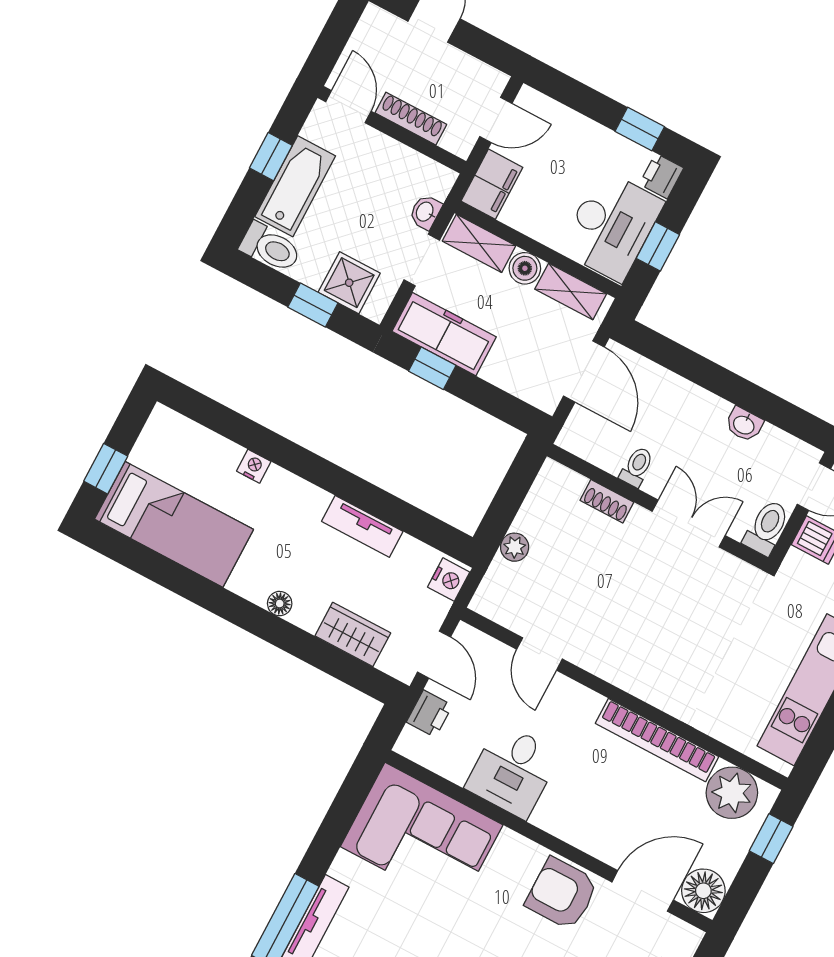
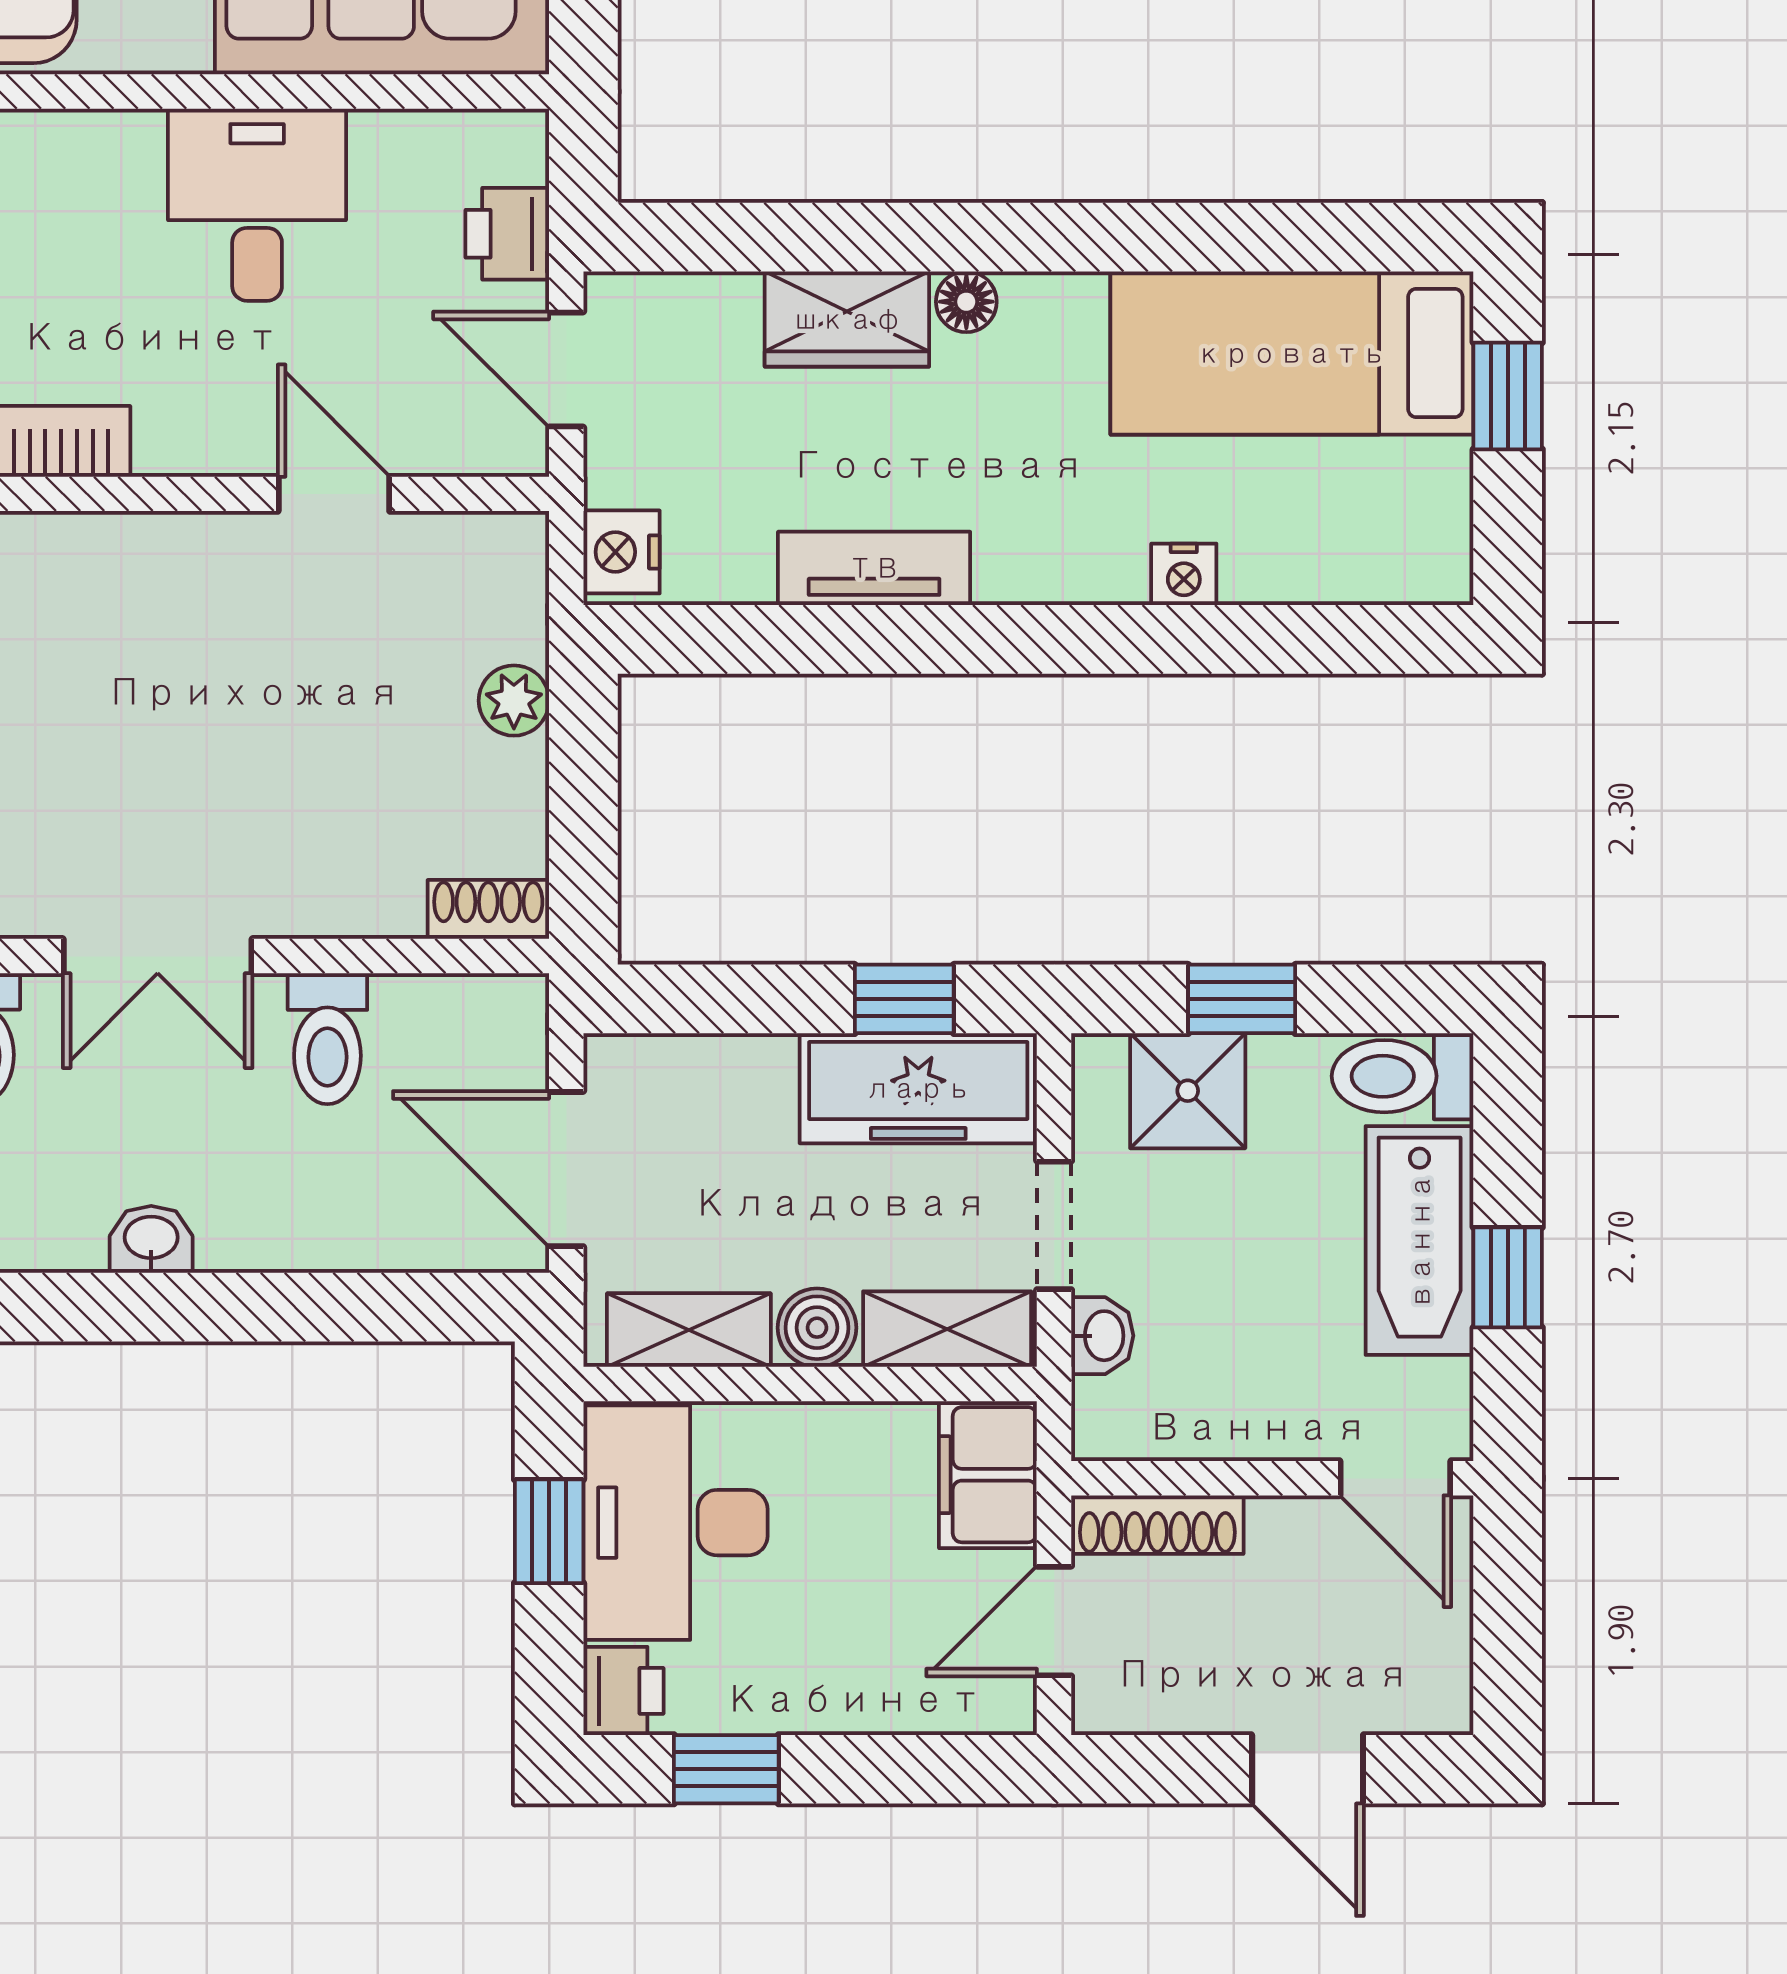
shoe rack: (411, 119) -> (1157, 1525), moved
toilet: (637, 467) -> (327, 1039), width x1.37, depth x1.39
shoe rack: (607, 501) -> (488, 909), moved
wardrobe: (353, 634) -> (847, 319), moved

